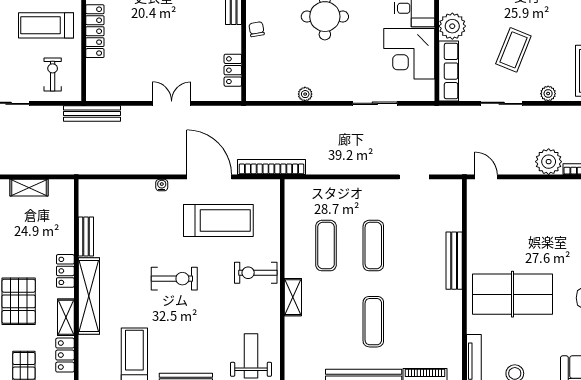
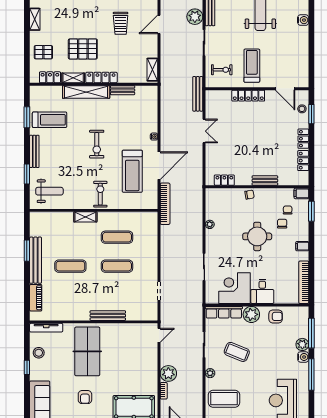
double door: (172, 103) -> (204, 131), moved
shelving: (29, 188) -> (152, 70), moved
locker: (65, 271) -> (101, 78), width x1.53

